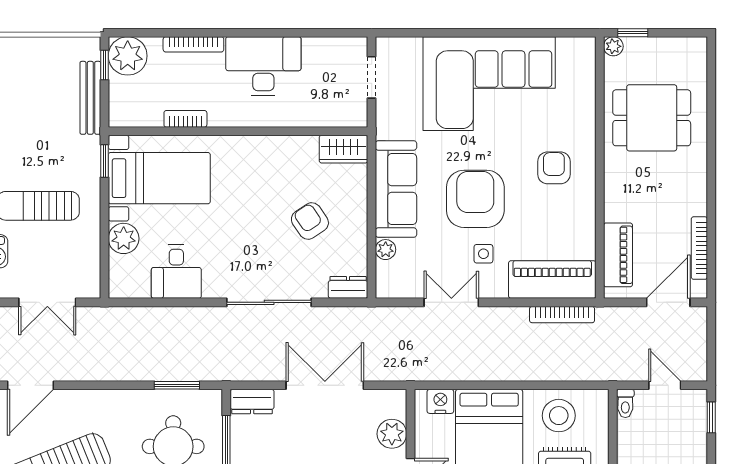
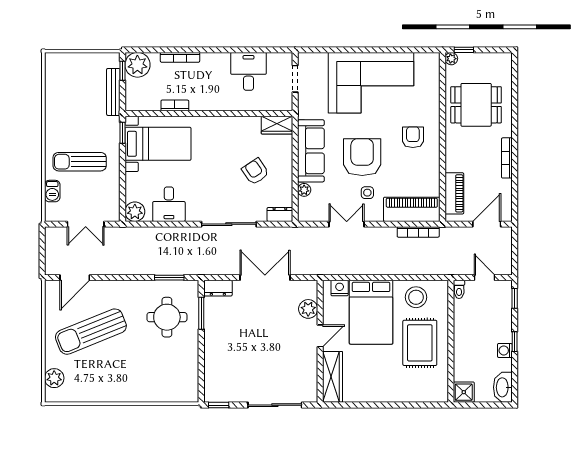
desk: (263, 66) -> (248, 71), moved, width x0.73
plant: (124, 238) -> (135, 212), moved
bookcase: (699, 248) -> (507, 158), moved

